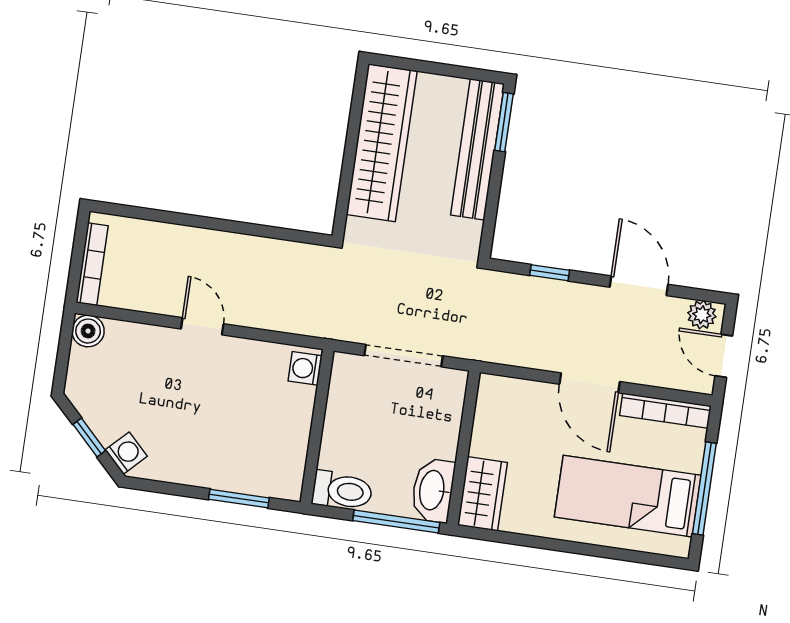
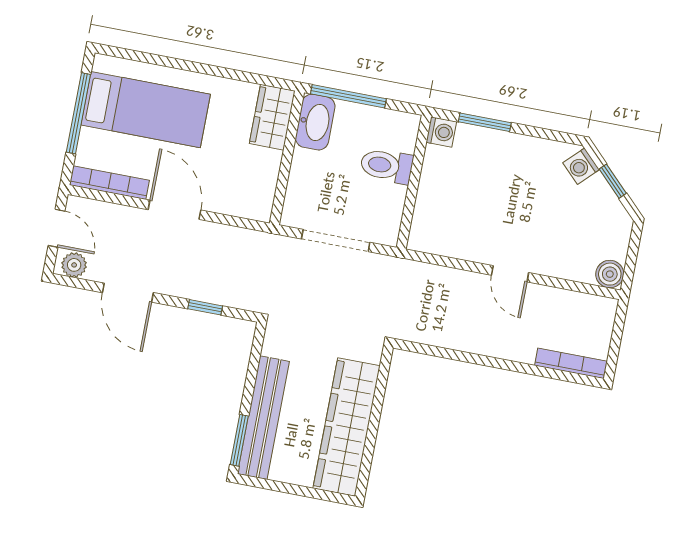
bookcase: (92, 264) -> (571, 363), moved, turned 90
washing machine: (305, 368) -> (441, 132), moved
toilet: (342, 491) -> (387, 166), moved

